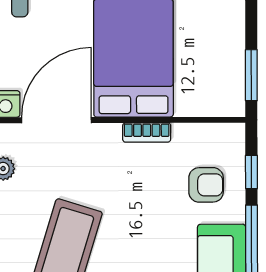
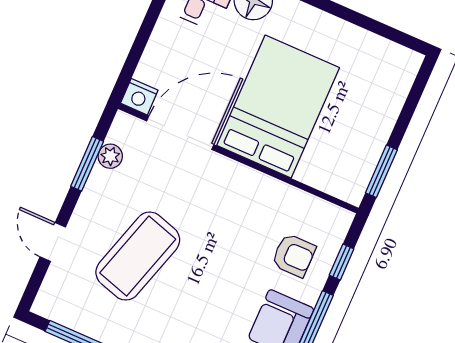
bookcase: (147, 133) -> (260, 182), removed

